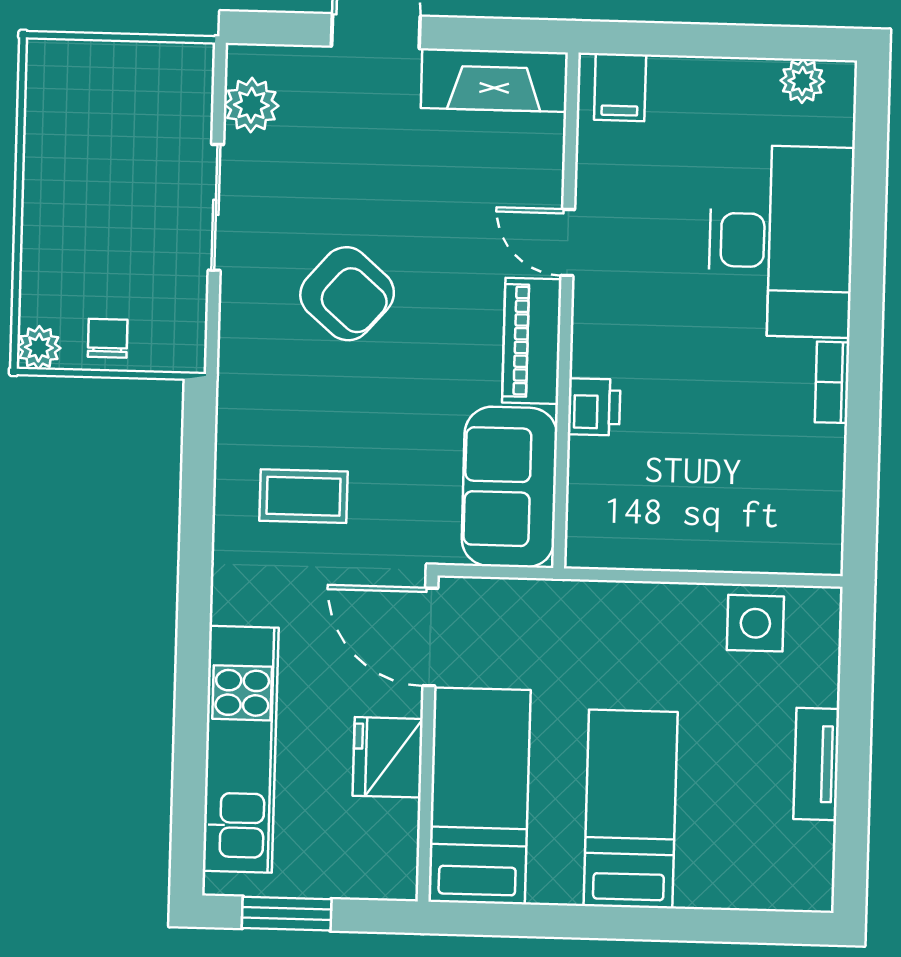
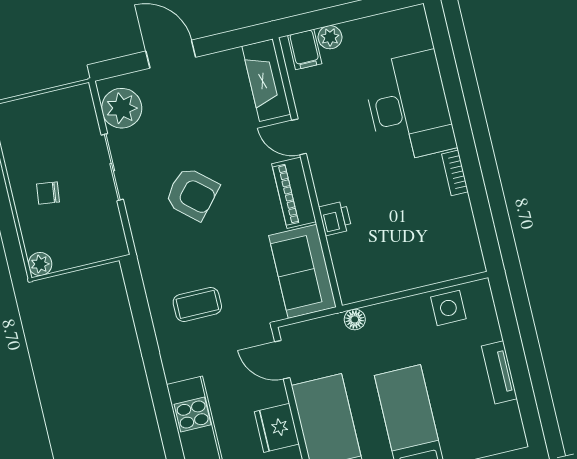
fireplace: (494, 80) -> (266, 80), moved, turned 90
plant: (802, 81) -> (330, 37), moved
plant: (251, 105) -> (122, 108), width x1.36, depth x1.36
chair: (108, 338) -> (48, 193), moved, turned -83
floor lamp: (581, 599) -> (355, 319), added
door: (430, 637) -> (282, 360), width x0.73

